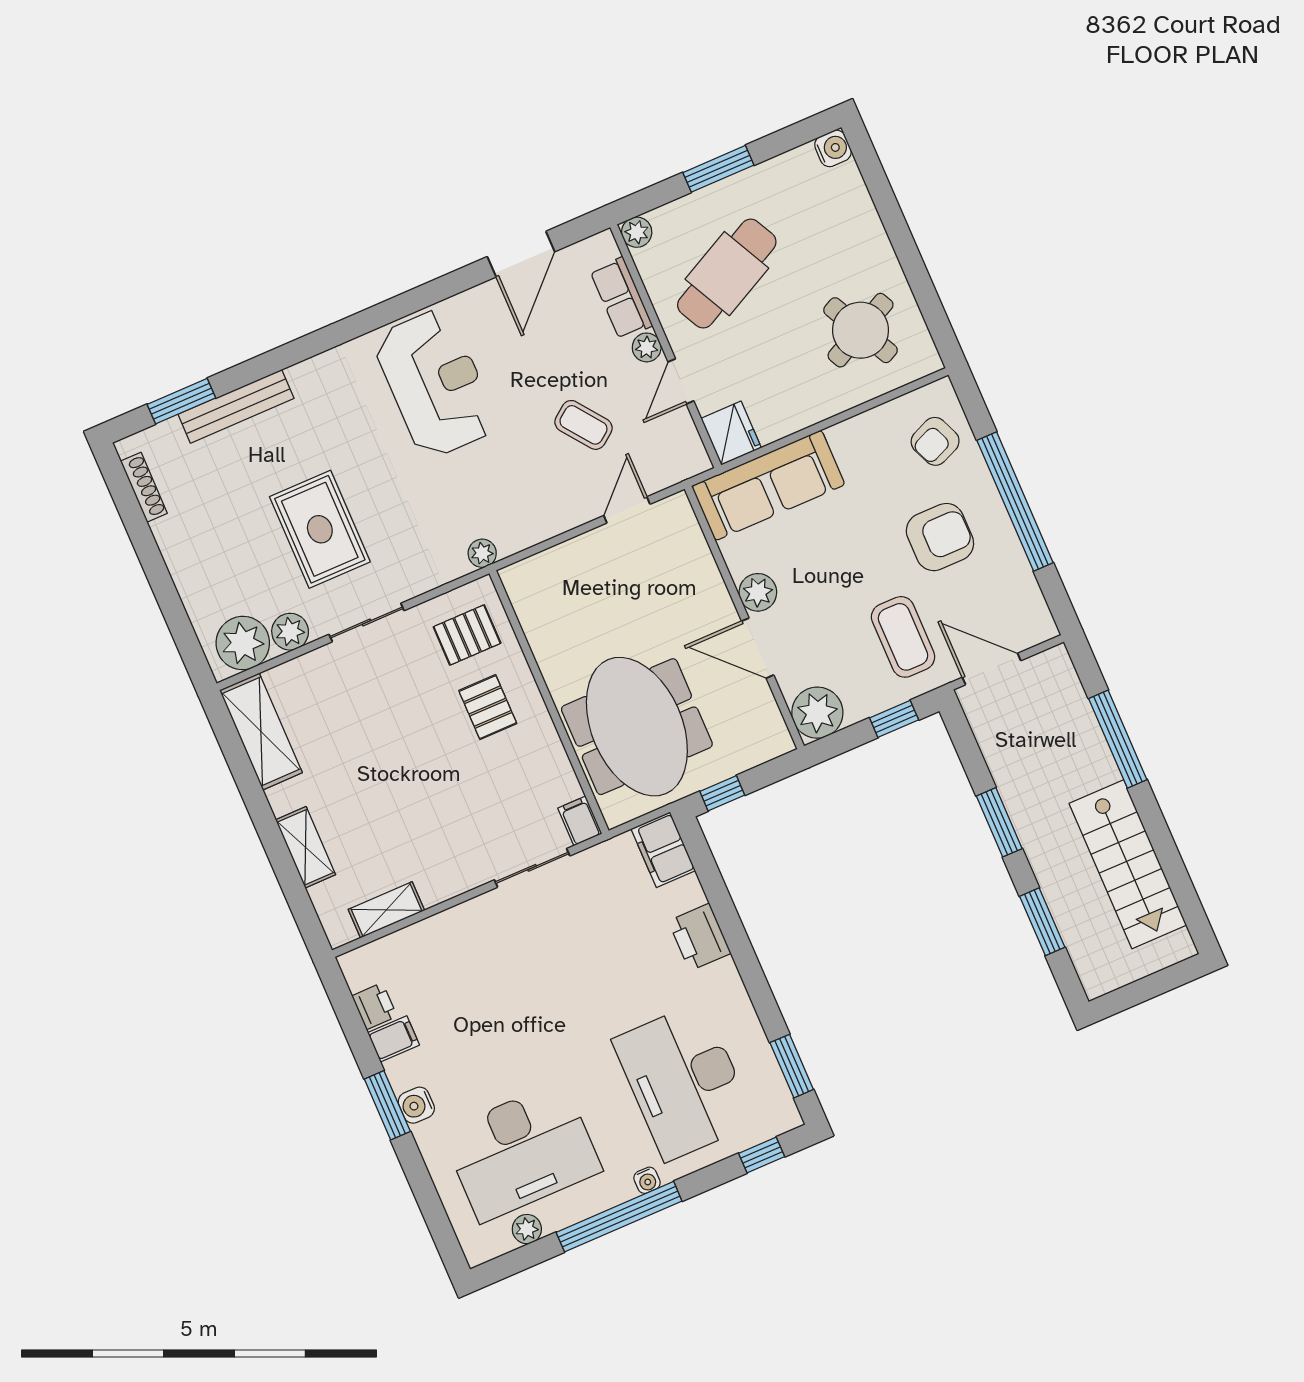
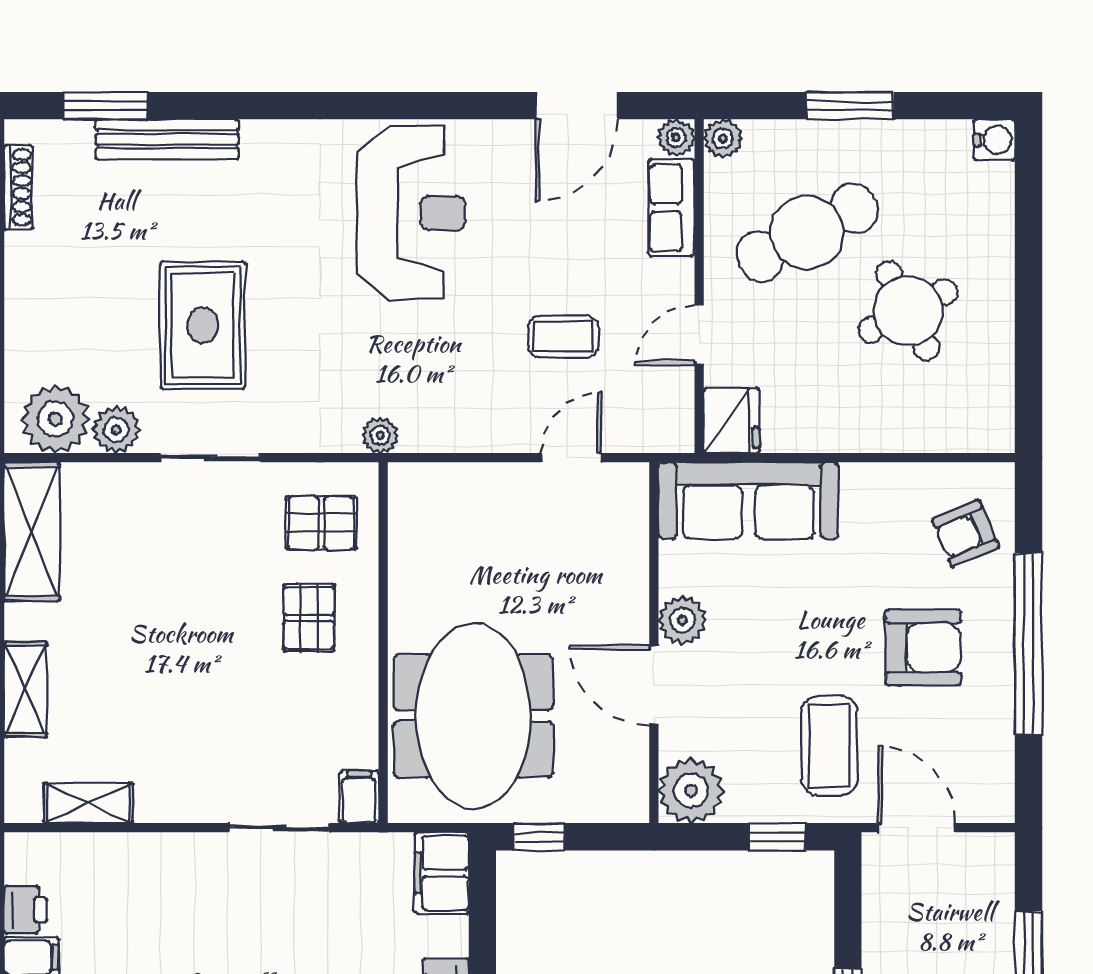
round table: (861, 330) -> (908, 311), moved
plant: (647, 347) -> (676, 138), moved
coffee table: (583, 425) -> (563, 337), turned -53

